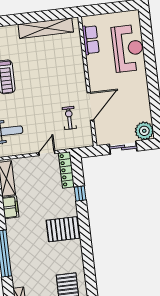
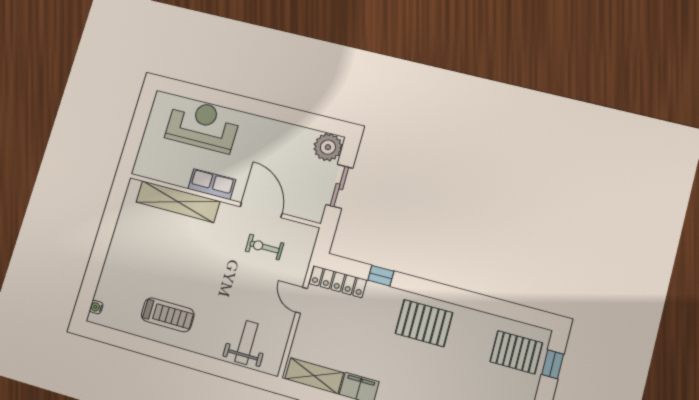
shelving: (46, 28) -> (178, 202), moved, turned 90
row of seats: (91, 40) -> (212, 184), moved
pallet: (63, 229) -> (424, 323), turned 90

